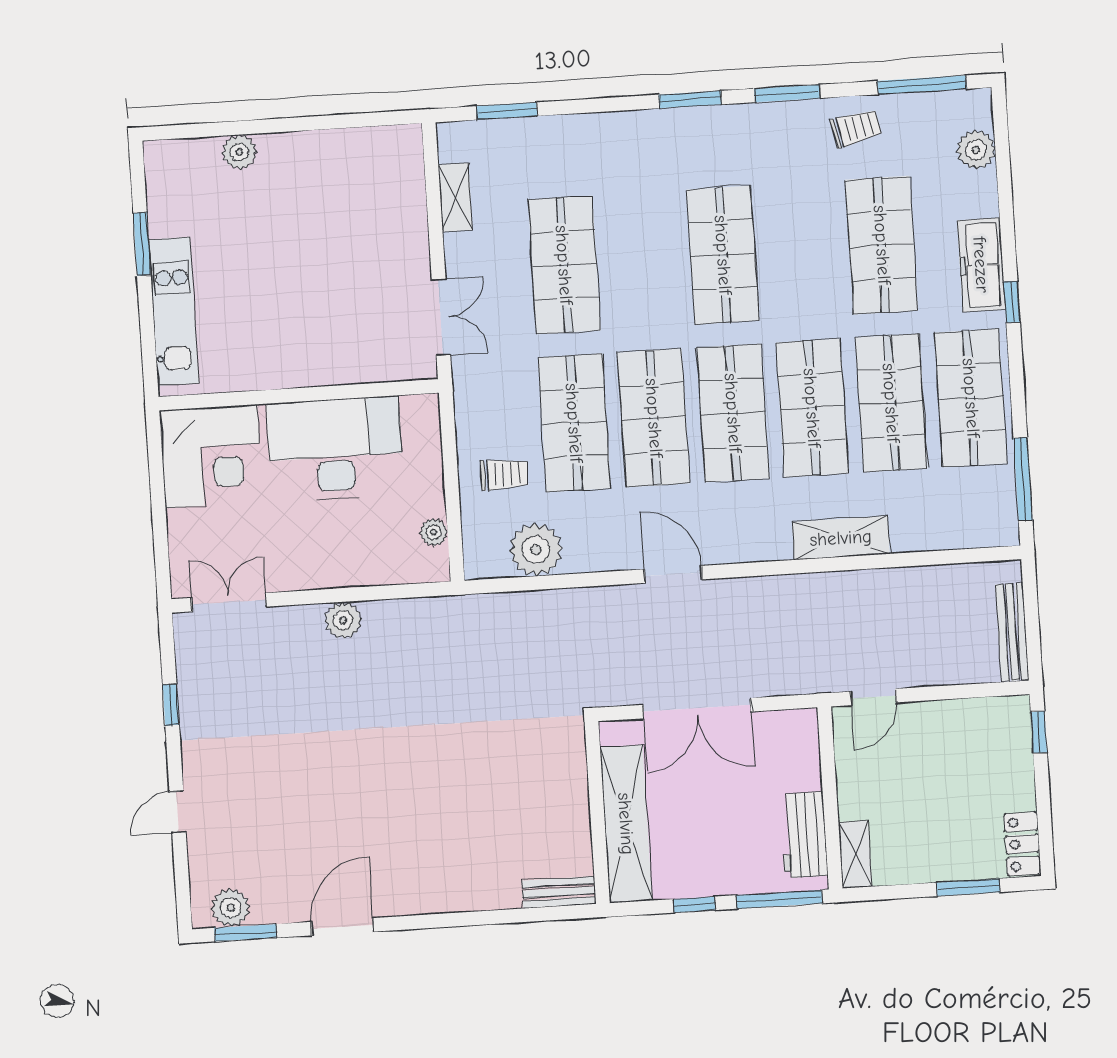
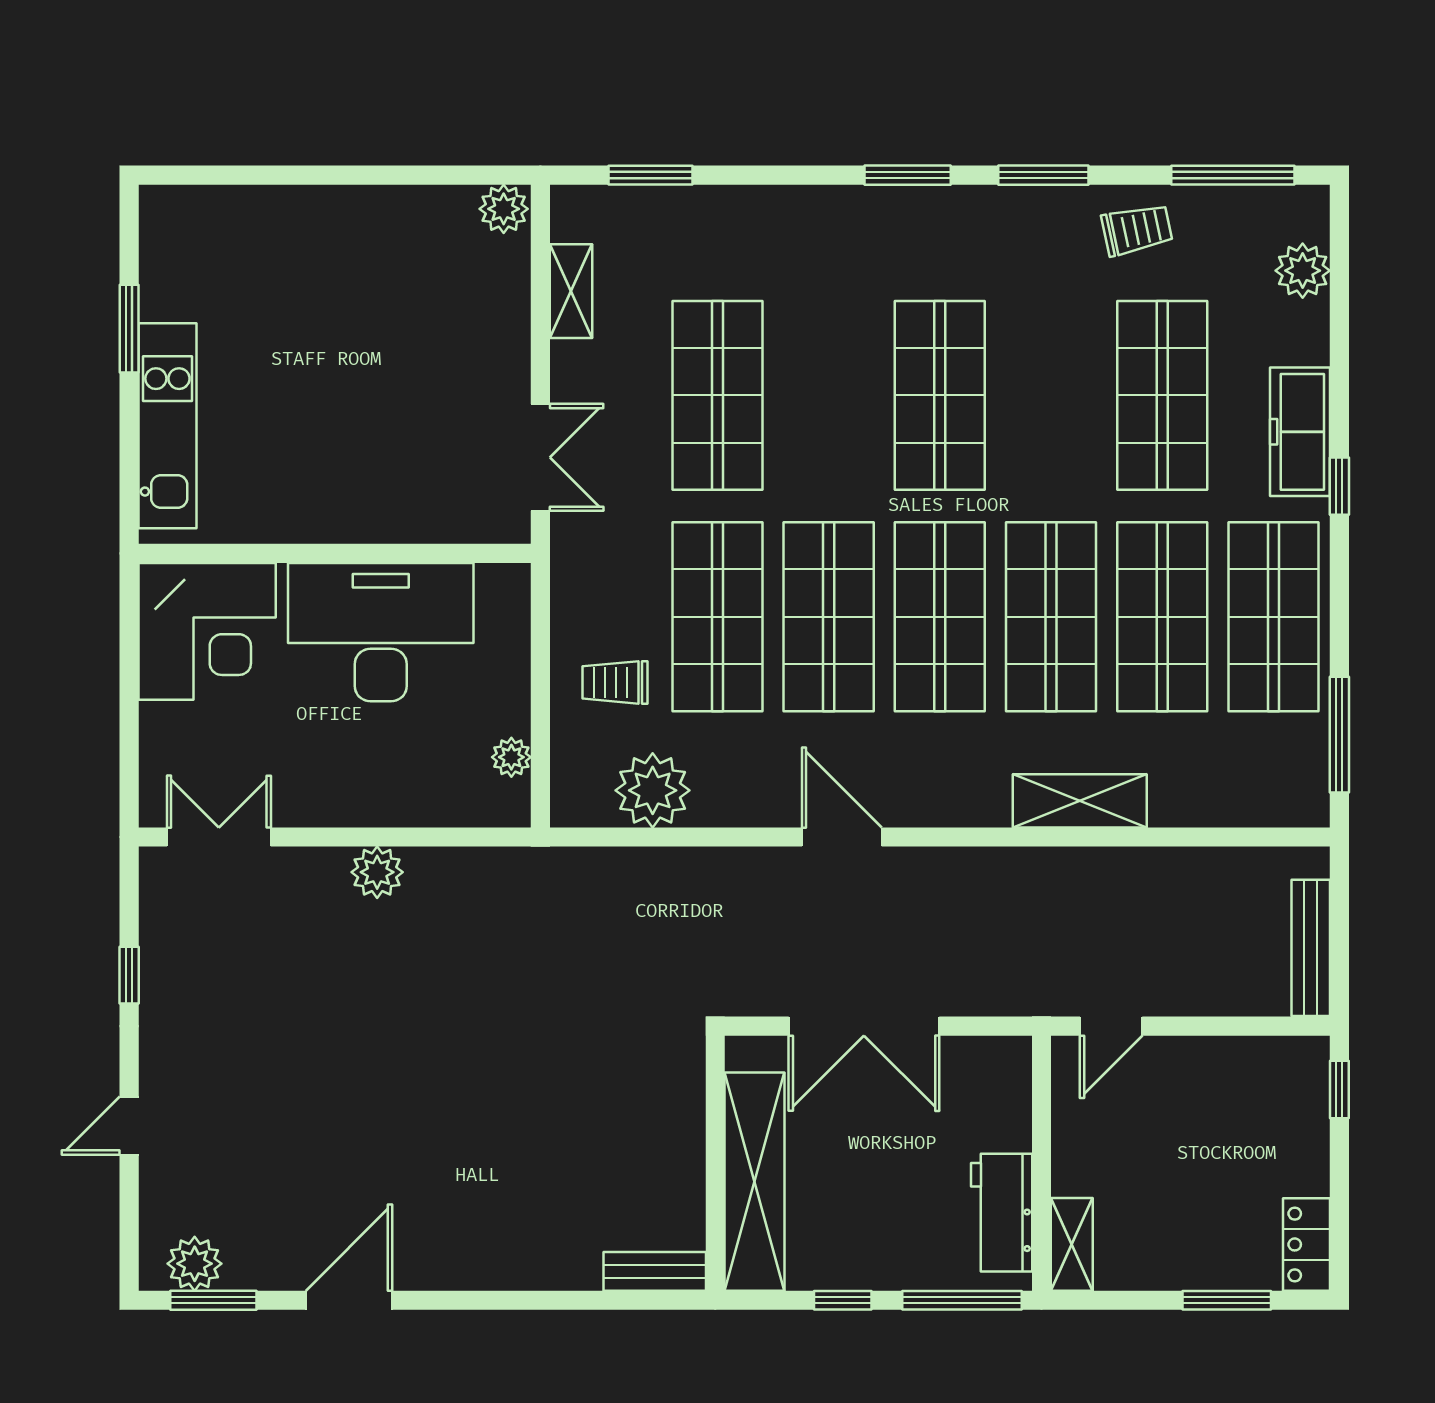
plant: (239, 152) -> (504, 209), moved
trolley: (504, 474) -> (615, 682), turned 180

